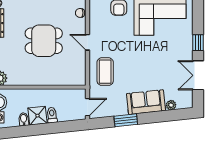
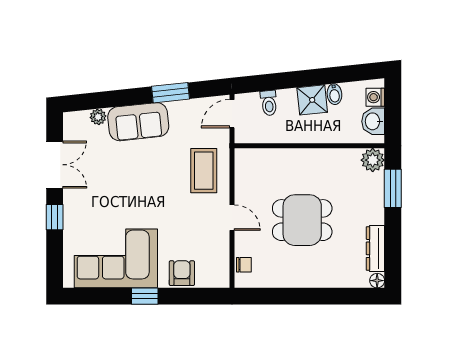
toilet: (52, 115) -> (269, 103), moved

